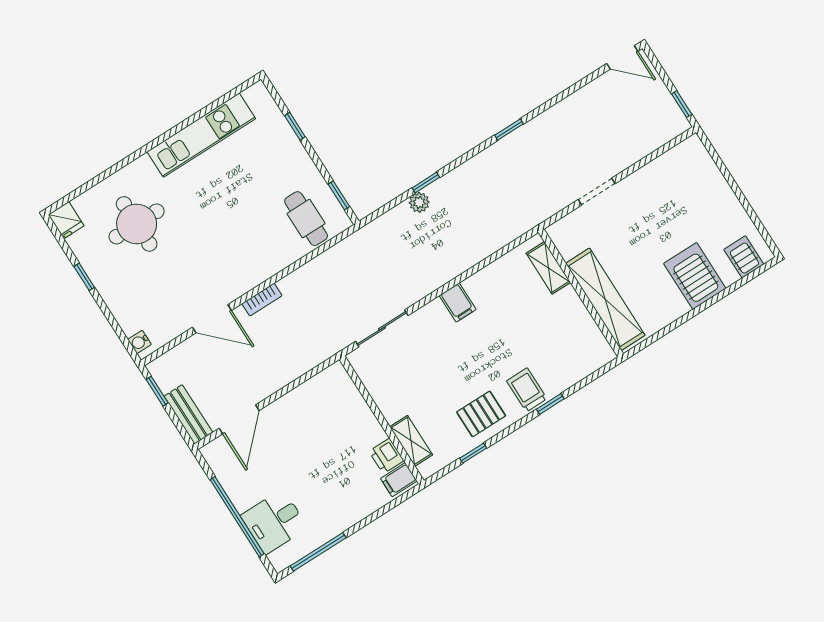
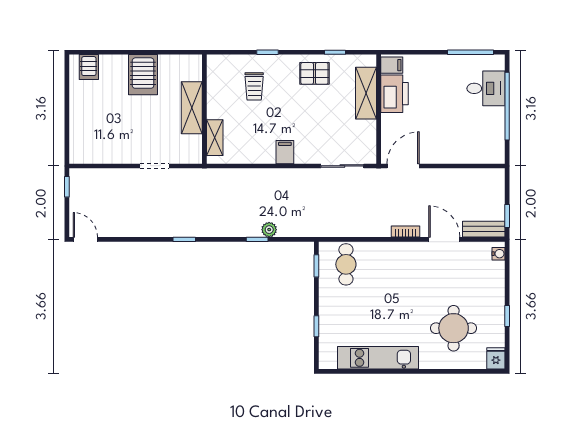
server rack: (695, 276) -> (143, 75), moved
shelving: (605, 299) -> (192, 108), width x0.68
trolley: (527, 390) -> (254, 86), moved
bench: (188, 414) -> (484, 229), moved, turned 90
door: (239, 419) -> (403, 166), moved
shelving: (411, 441) -> (366, 93), width x1.50, depth x1.33
printer: (386, 456) -> (394, 94), width x1.87, depth x1.48

